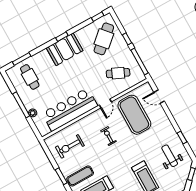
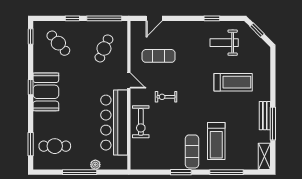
cafe table: (104, 39) -> (58, 43), width x0.73, depth x0.74
exercise mat: (134, 115) -> (159, 56), width x0.50, depth x0.69
exercise bike: (70, 146) -> (141, 122), moved

